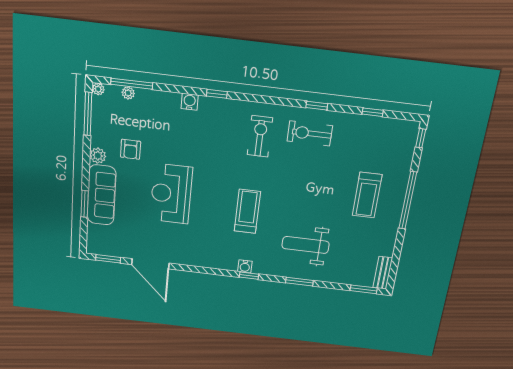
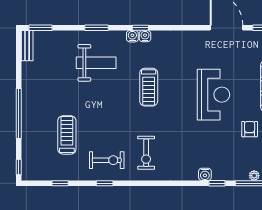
window: (217, 94) -> (217, 183), moved
treadmill: (367, 195) -> (67, 135), moved
water cooler: (259, 268) -> (132, 36), added

